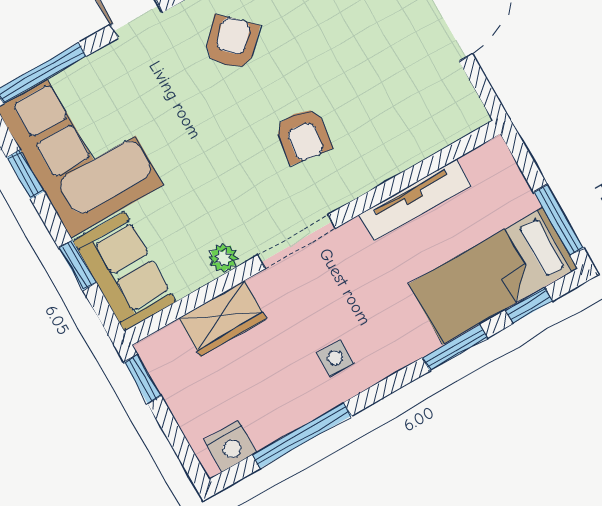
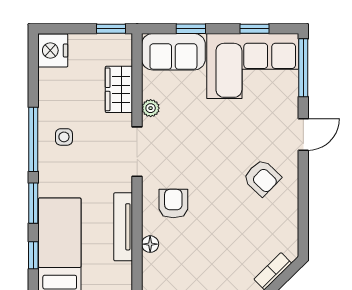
armchair: (303, 136) -> (173, 204), moved, turned 82
floor lamp: (418, 148) -> (150, 244), added
window: (302, 435) -> (33, 139), moved
nightstand: (230, 446) -> (53, 50), width x1.36, depth x1.33

